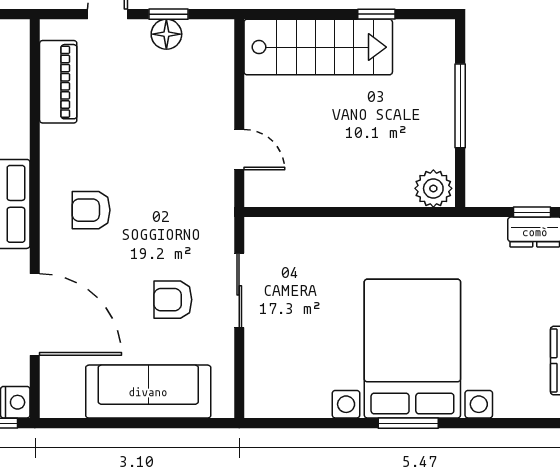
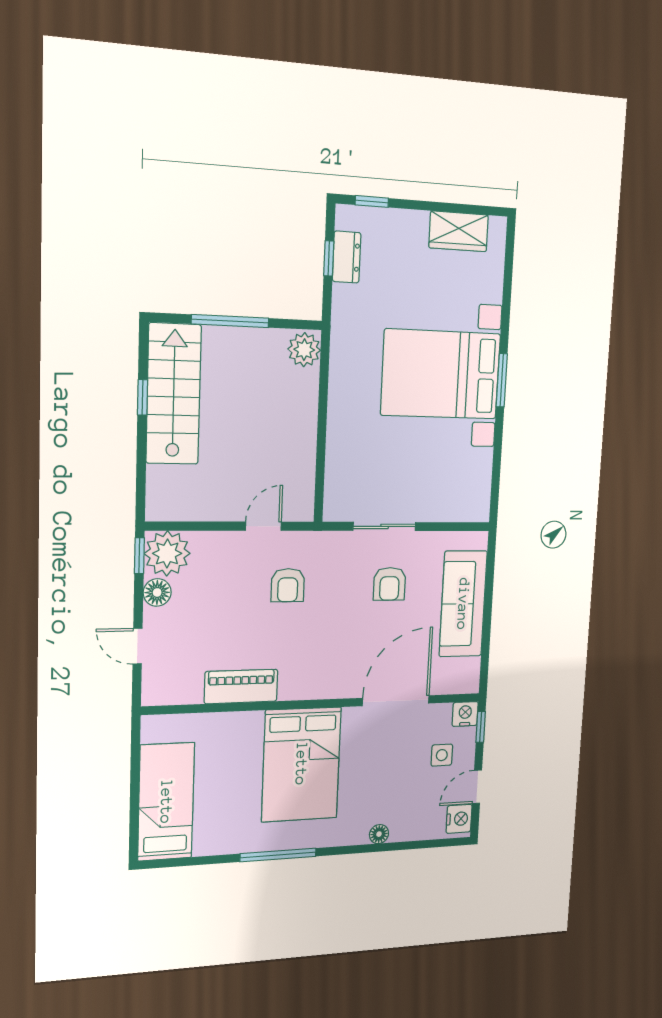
window: (168, 14) -> (139, 556), moved
plant: (209, 44) -> (167, 553), added
stairs: (318, 47) -> (174, 394), moved
piano: (58, 82) -> (241, 686), moved
armchair: (91, 210) -> (288, 585), moved

